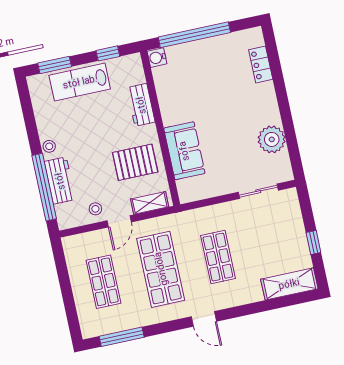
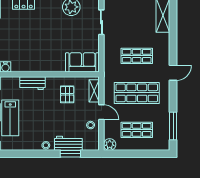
sofa: (184, 151) -> (82, 62), moved
pallet: (135, 162) -> (67, 94), width x0.67, depth x0.71
window: (44, 187) -> (70, 154), width x0.47
plant: (72, 245) -> (110, 144), added

